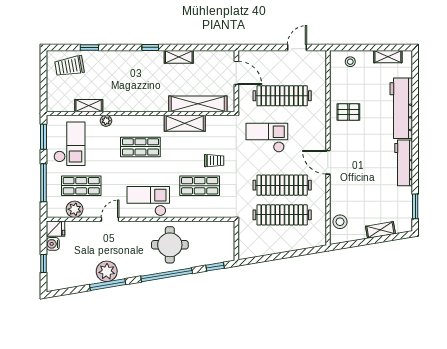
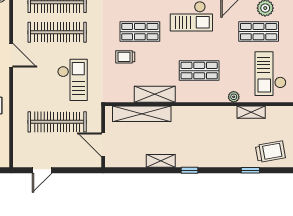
checkout: (267, 138) -> (72, 80), turned -90

